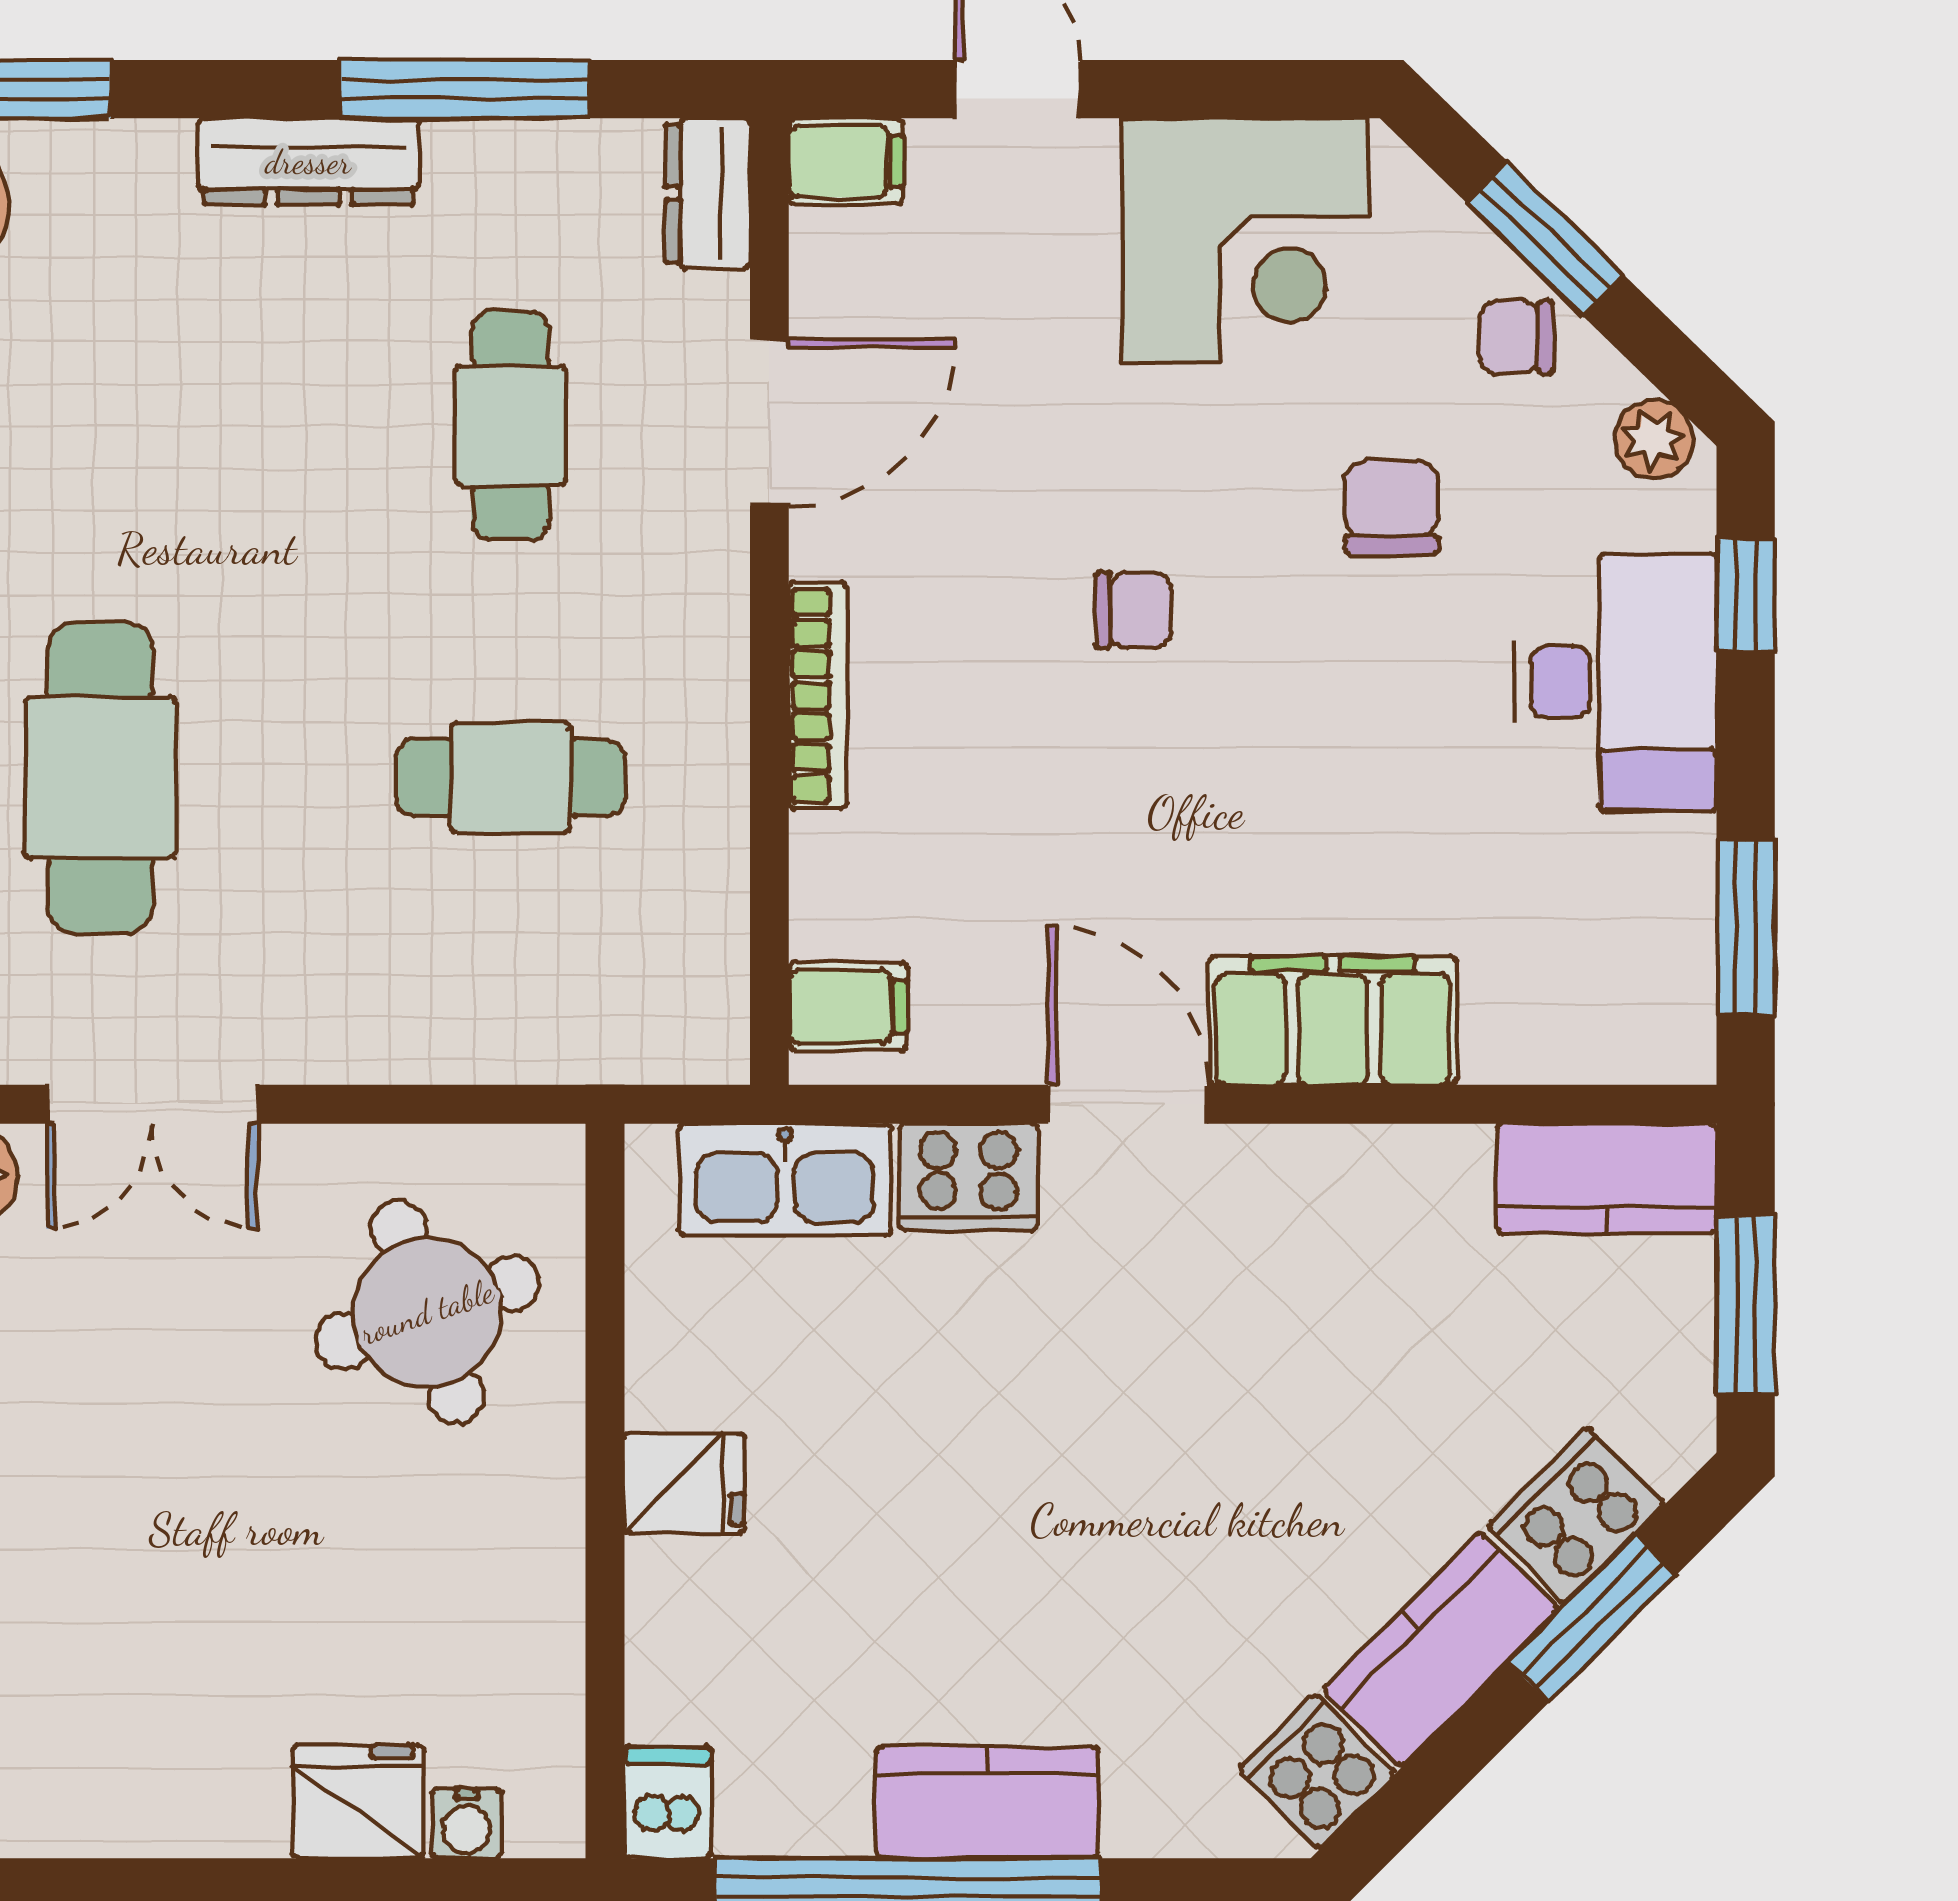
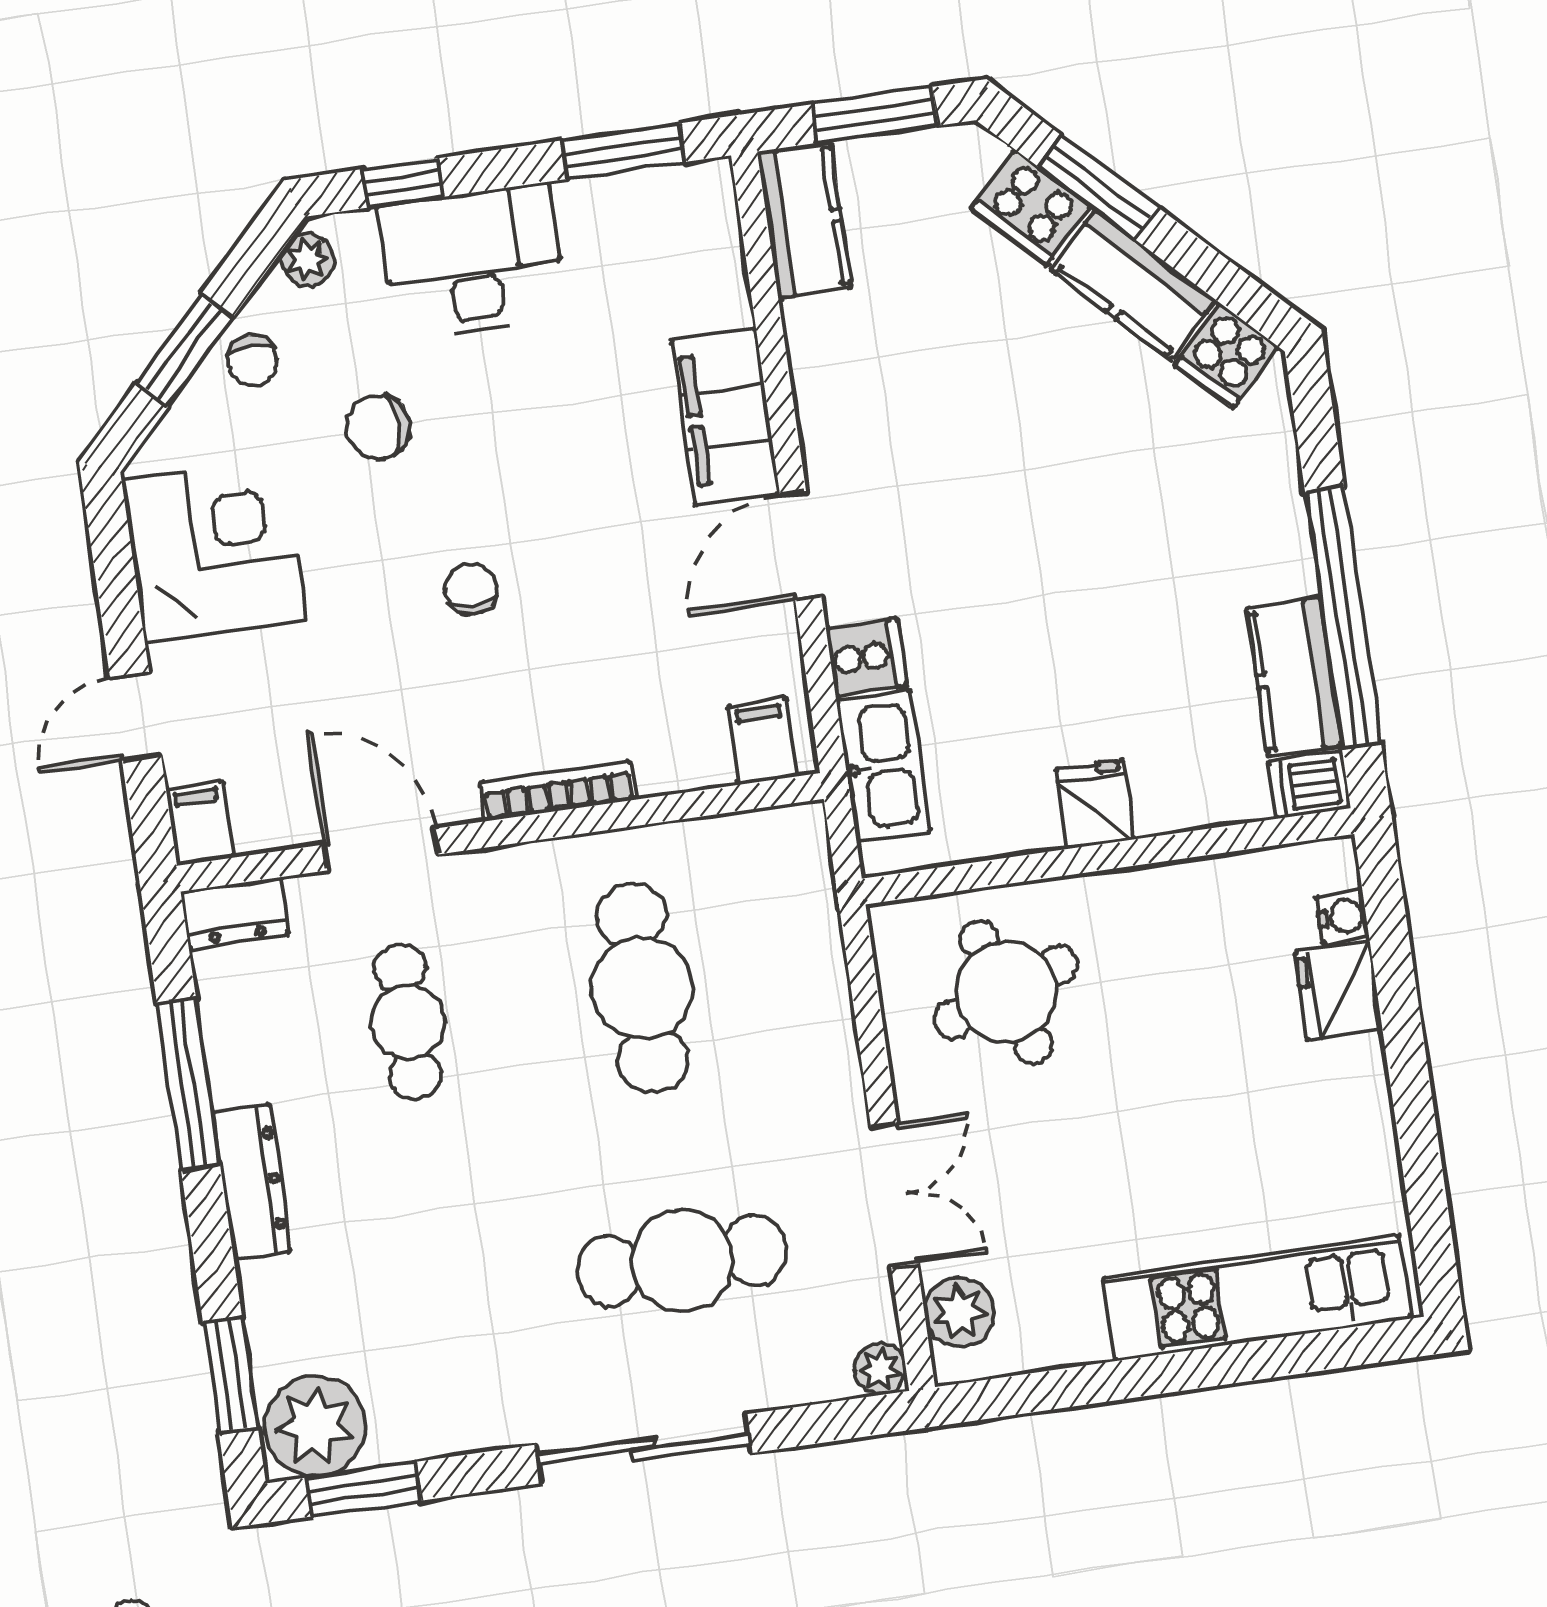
cafe table: (510, 425) -> (408, 1022), turned 90
cafe table: (510, 778) -> (642, 988), width x1.37, depth x1.35
cooker: (968, 1177) -> (866, 657), width x0.73
kitchen counter: (987, 1803) -> (1294, 677), moved

